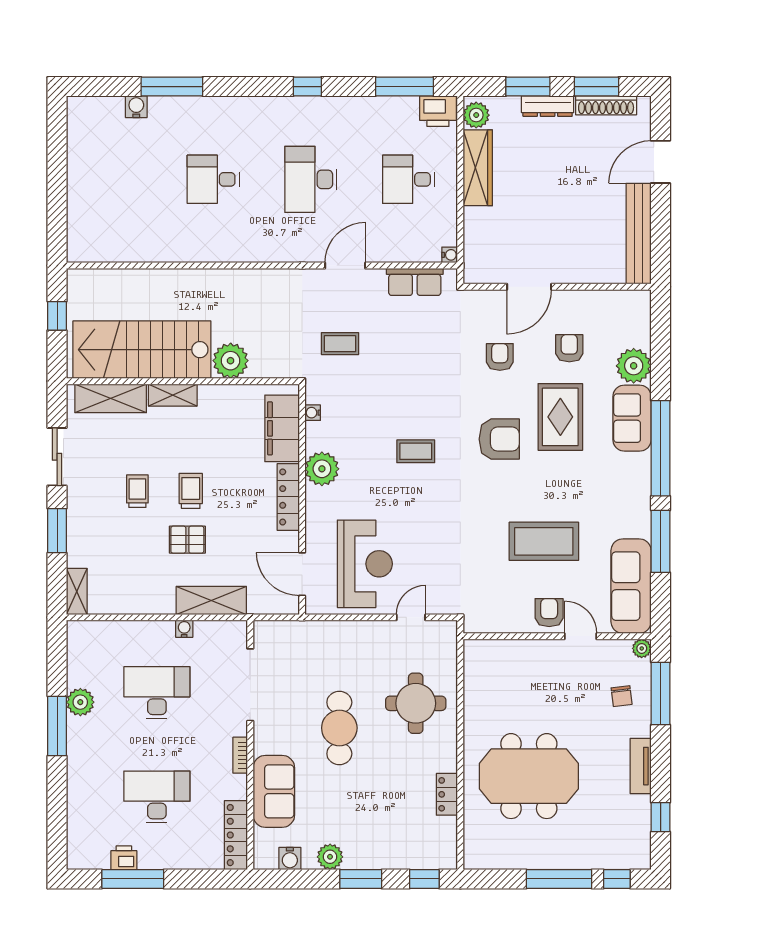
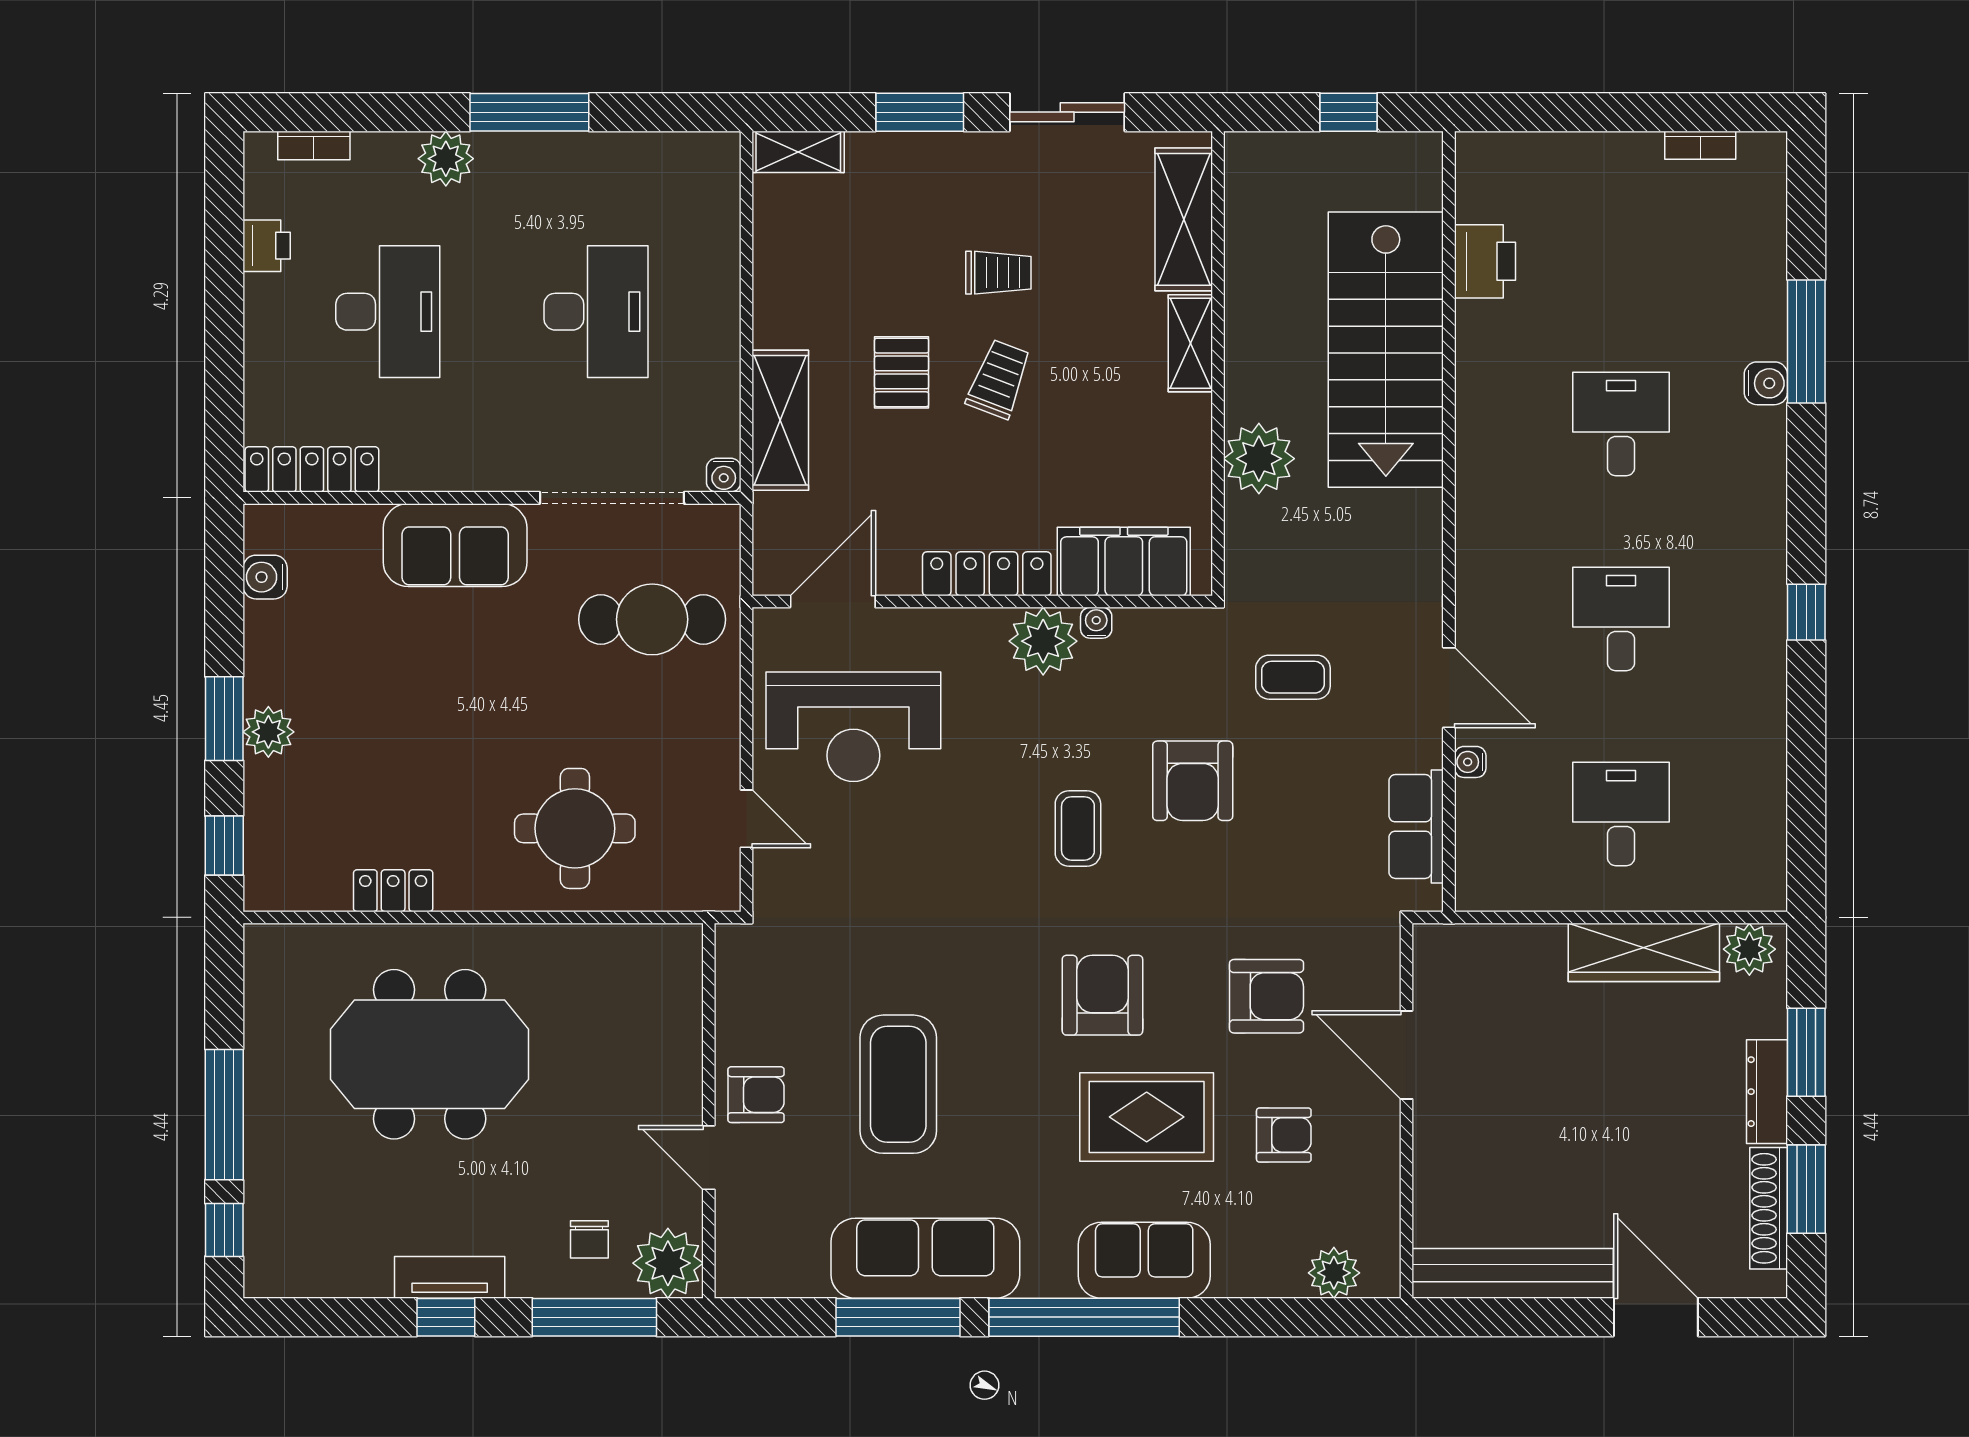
window: (405, 87) -> (1806, 806), removed
water cooler: (136, 107) -> (1766, 383), moved
printer: (438, 111) -> (1485, 261), moved, turned 180
bookcase: (74, 140) -> (1700, 145), added
desk: (311, 179) -> (1621, 619), width x0.73
water cooler: (450, 255) -> (1470, 762), moved, turned 90
coffee table: (340, 344) -> (1293, 677), turned 90
stairs: (142, 350) -> (1386, 350), moved, turned 180
armchair: (500, 357) -> (1266, 996), width x1.38, depth x1.38
plant: (634, 366) -> (1334, 1273), moved, width x0.73, depth x0.73
armchair: (392, 394) -> (1193, 781), added
water cooler: (313, 413) -> (1096, 623), moved
armchair: (499, 439) -> (1102, 995), turned 180
trolley: (191, 491) -> (999, 379), turned -69
sofa: (631, 586) -> (925, 1258), moved
water cooler: (184, 629) -> (724, 475), moved, turned 90
door: (581, 636) -> (709, 1158), swing flipped
plant: (642, 648) -> (668, 1263), width x1.88, depth x1.88
chair: (622, 696) -> (589, 1239), turned -83
plant: (80, 702) -> (446, 159), moved
cafe table: (339, 728) -> (652, 619), moved
bookcase: (240, 755) -> (314, 145), moved, turned 180
meeting table: (529, 776) -> (430, 1054), turned 90
sofa: (274, 791) -> (455, 545), moved
window: (661, 817) -> (446, 1317), moved
plant: (330, 857) -> (268, 732), moved
window: (133, 879) -> (224, 264), removed

